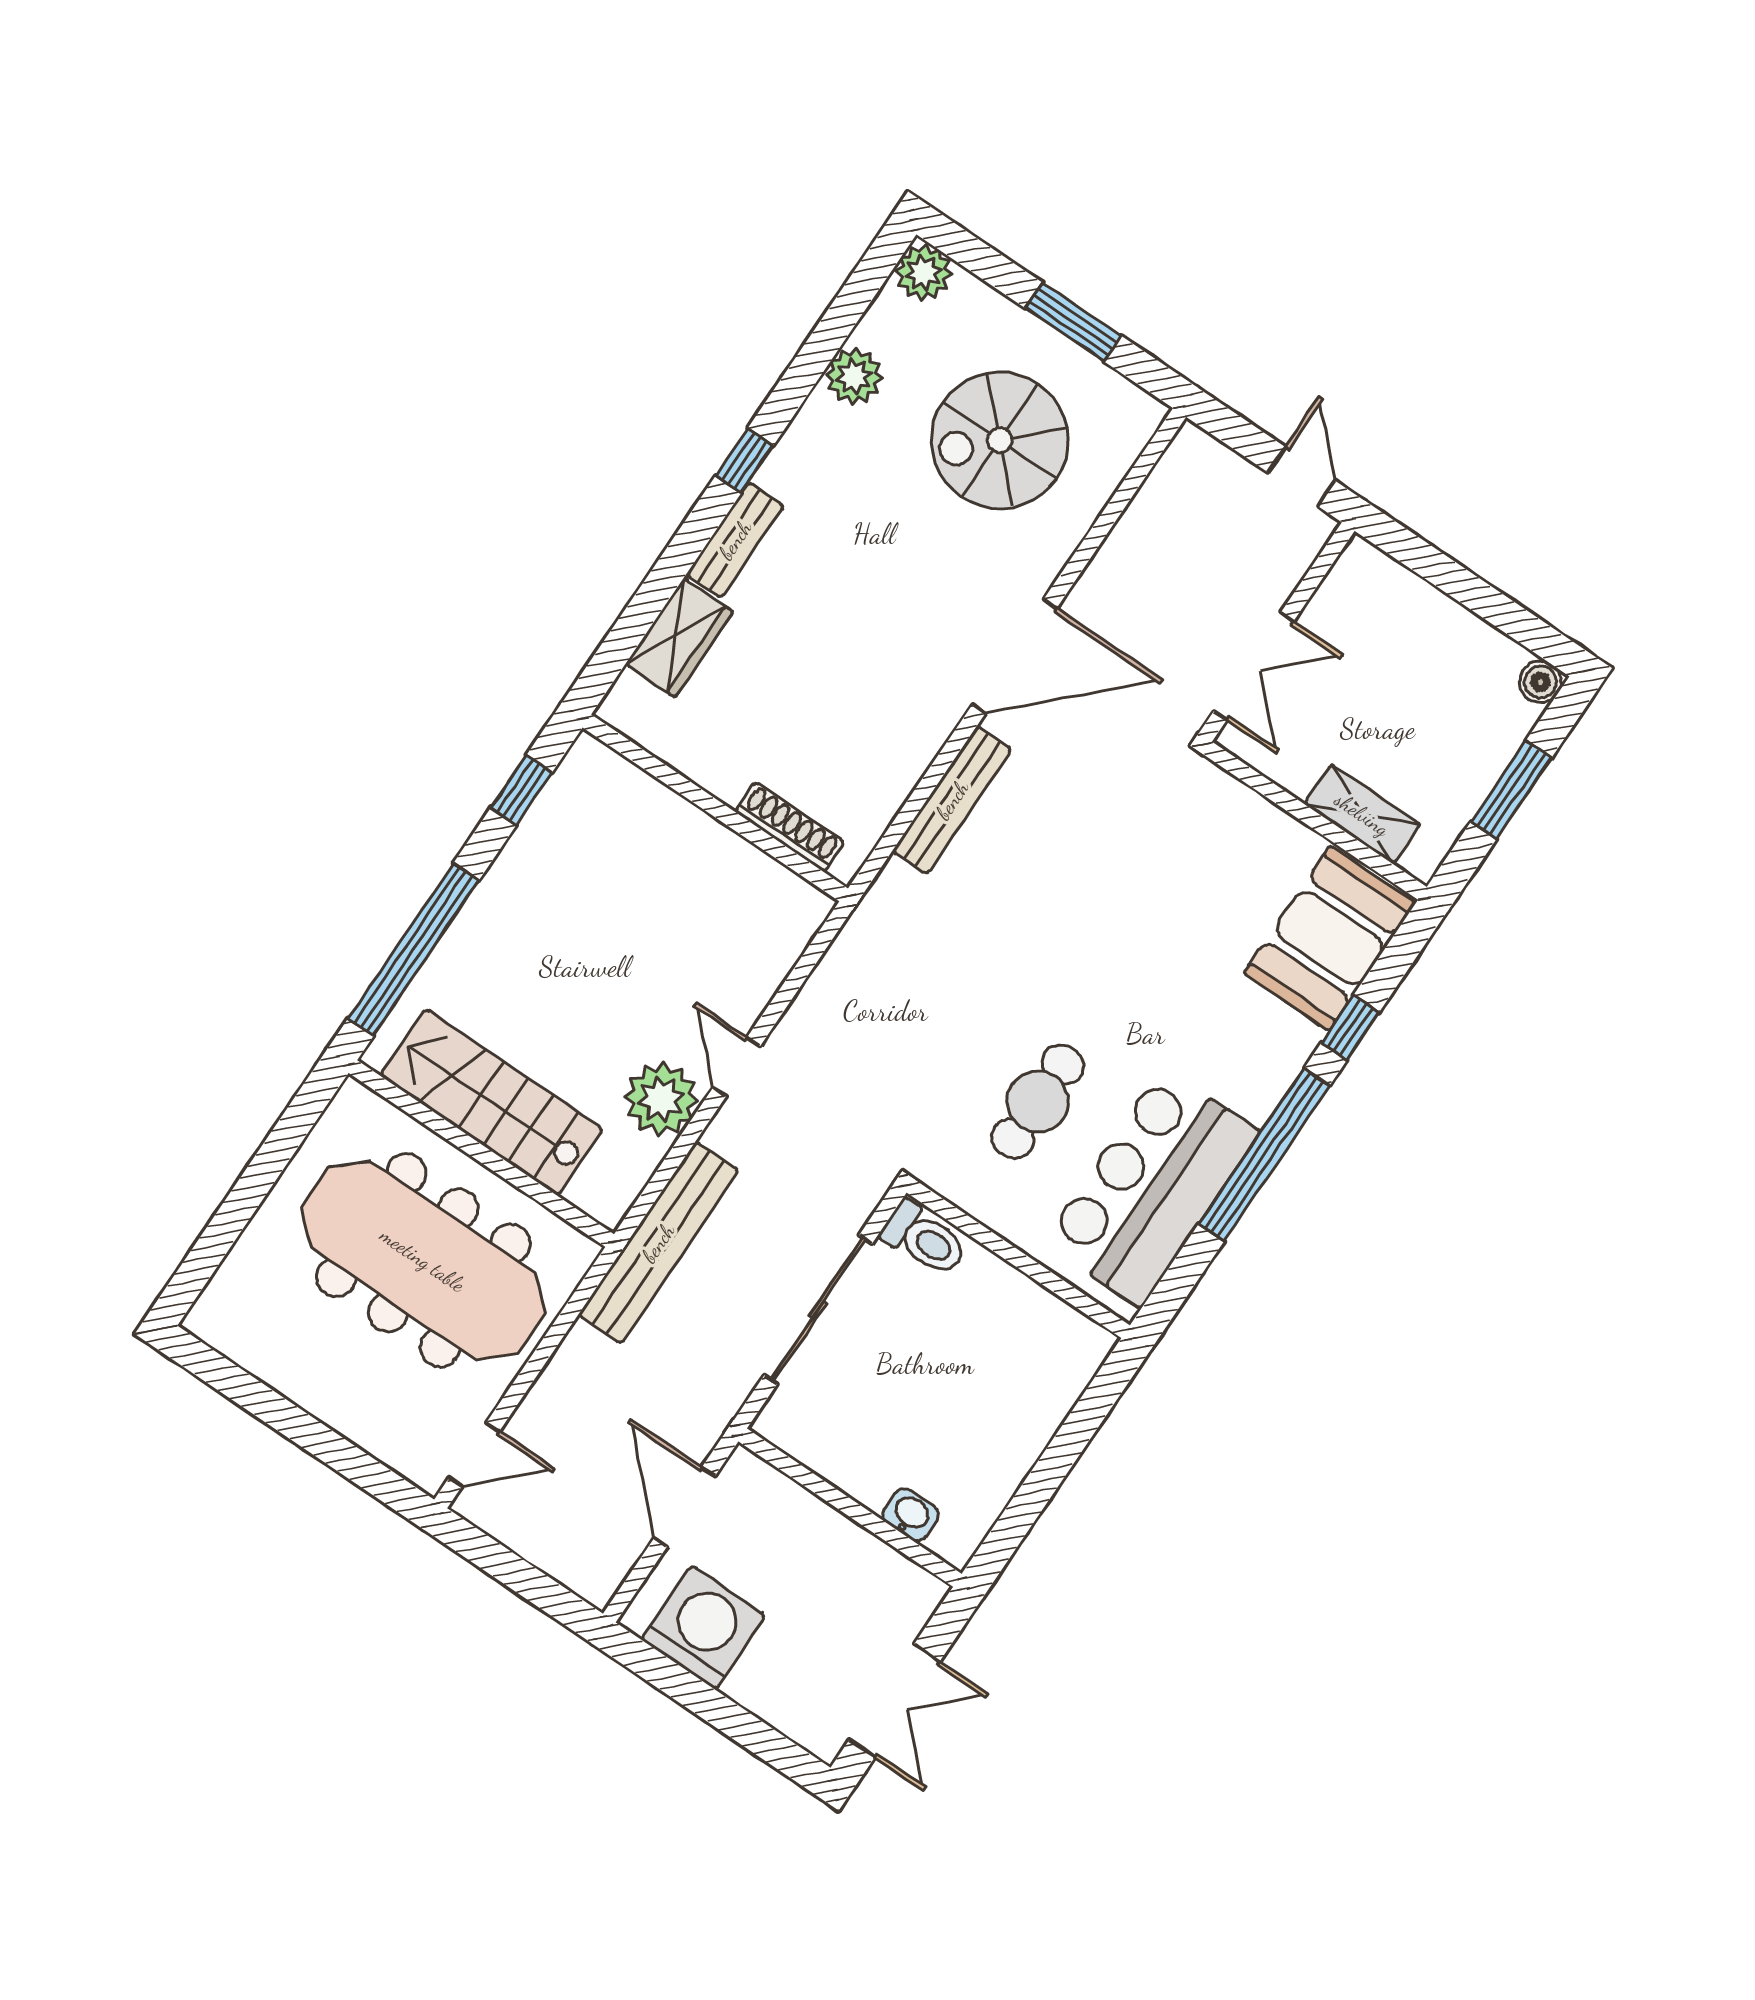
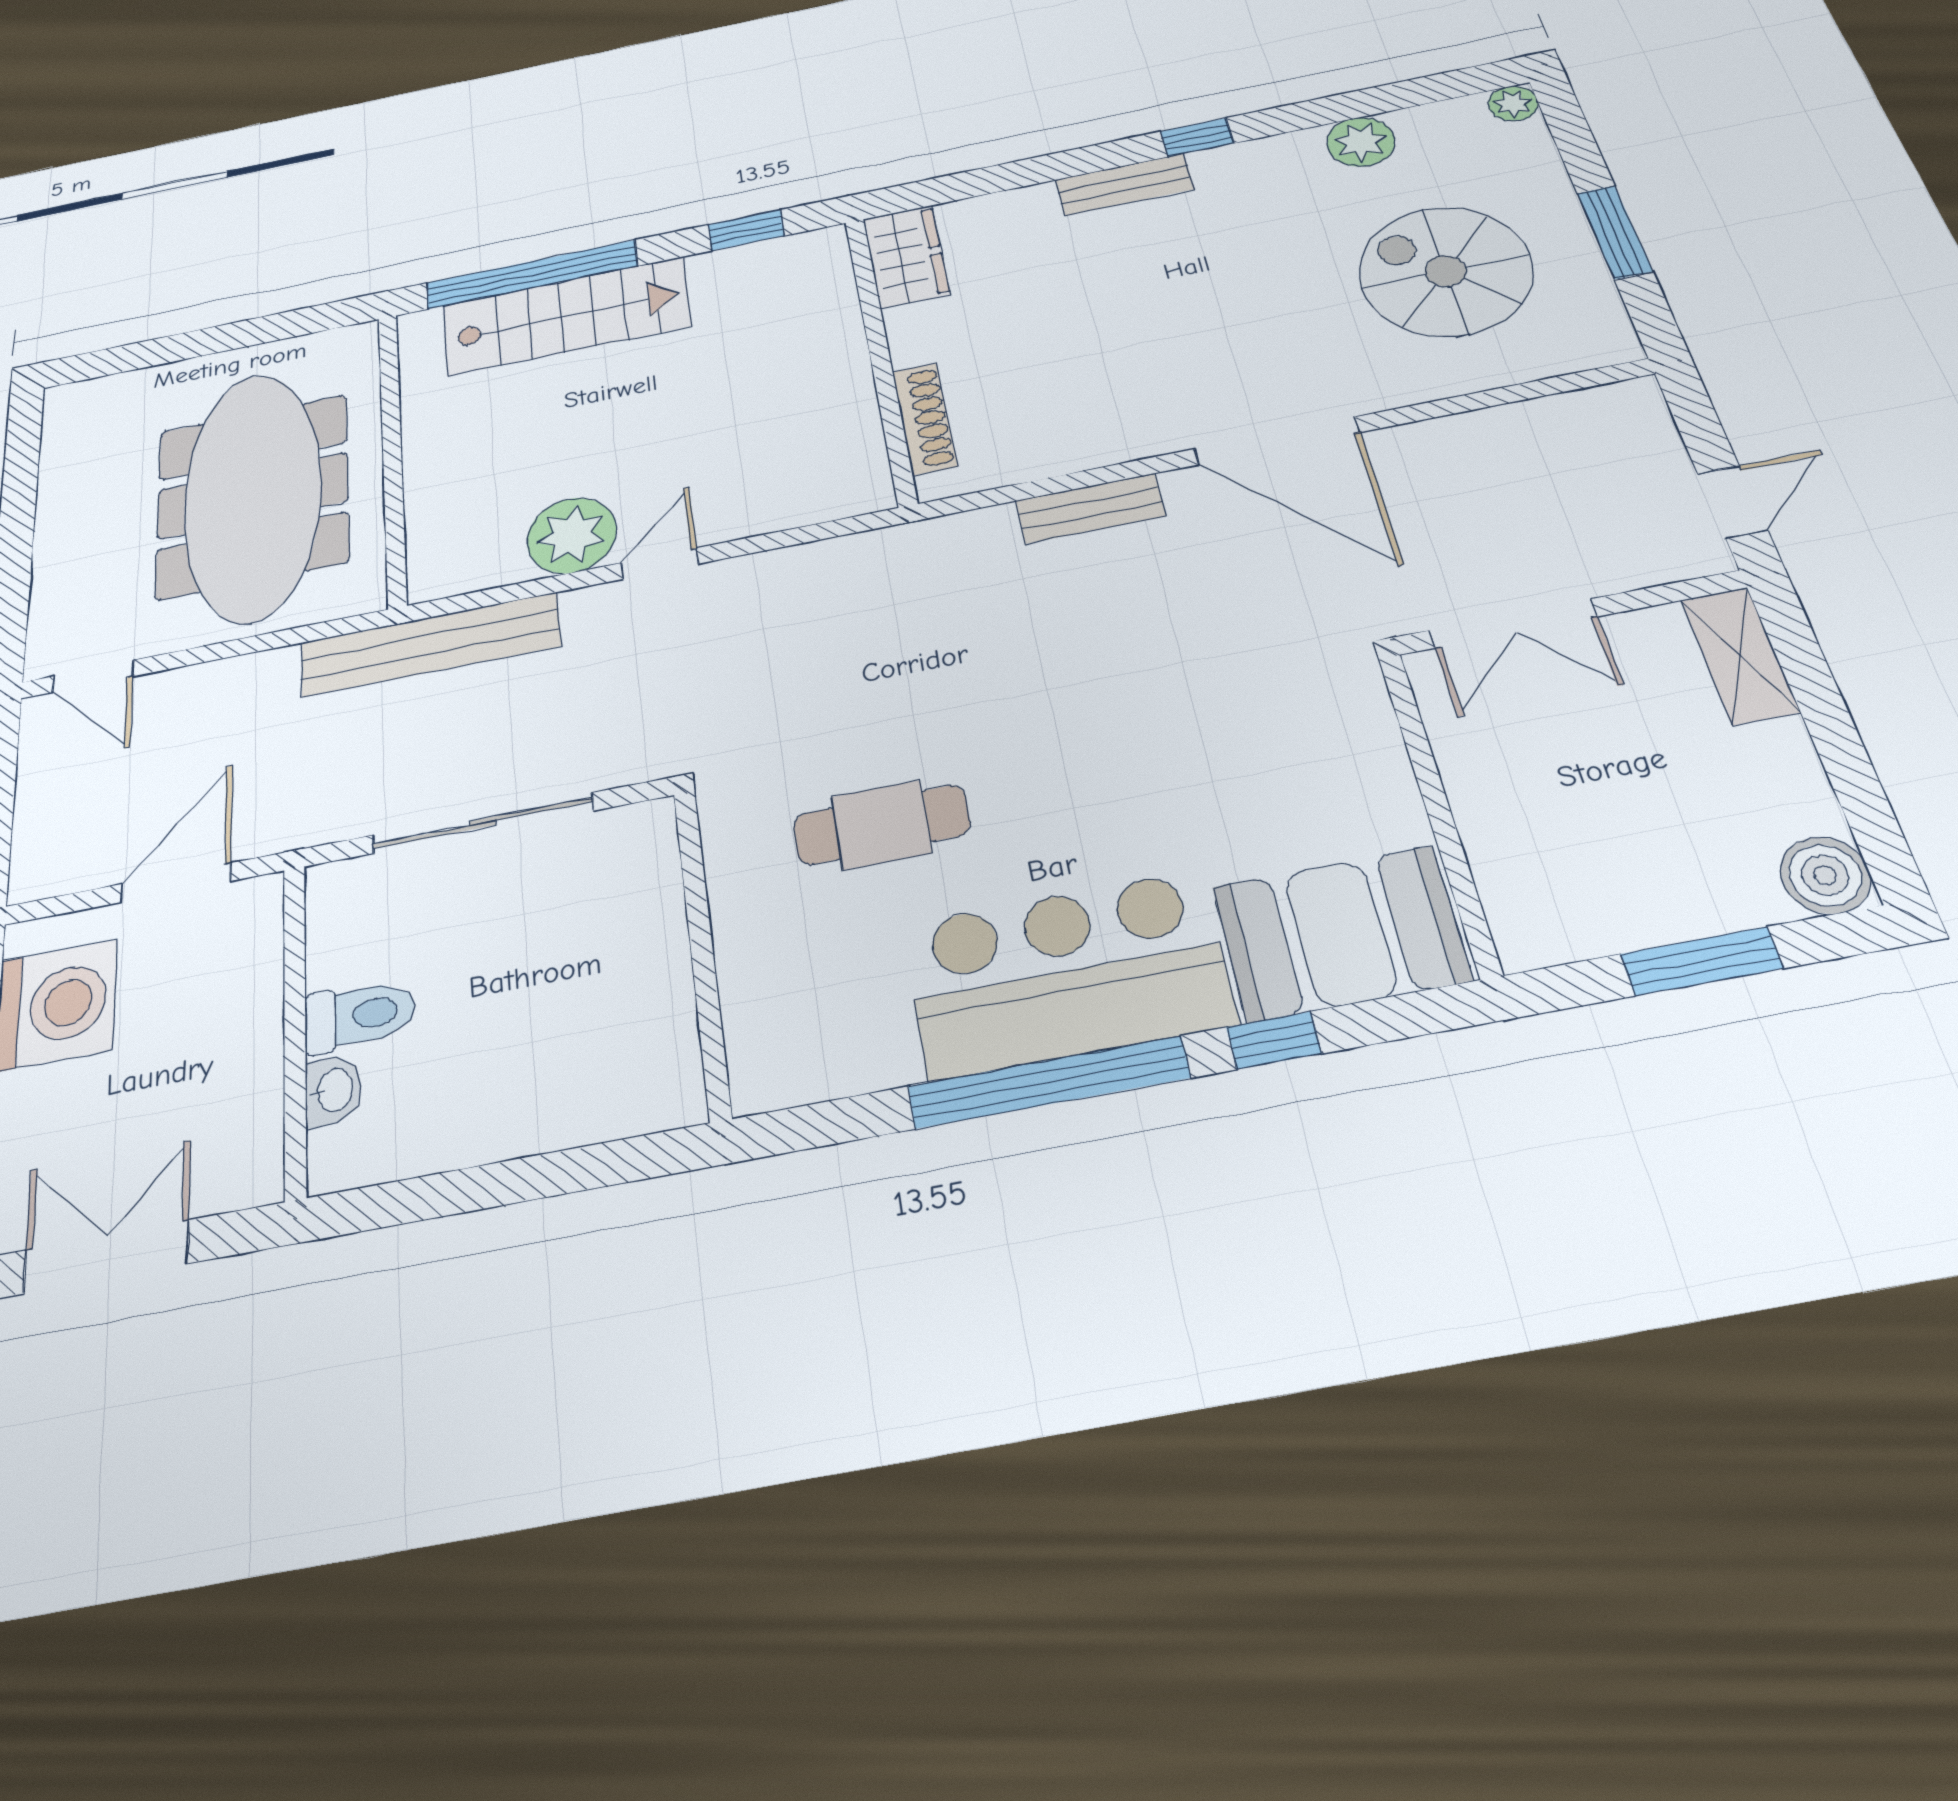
plant: (924, 273) -> (1513, 104), width x0.73, depth x0.73
wardrobe: (679, 638) -> (906, 257), moved, turned -90
boiler: (1540, 682) -> (1825, 875), width x1.36, depth x1.36
bench: (952, 800) -> (1090, 508), width x0.73
shelving: (1362, 814) -> (1740, 655), moved
stairs: (491, 1102) -> (566, 316), moved, turned 90
bar counter: (1152, 1187) -> (1067, 974), moved
toilet: (924, 1239) -> (360, 1015), moved, turned -90
double door: (894, 1701) -> (106, 1257), swing flipped

